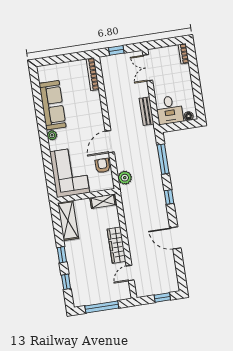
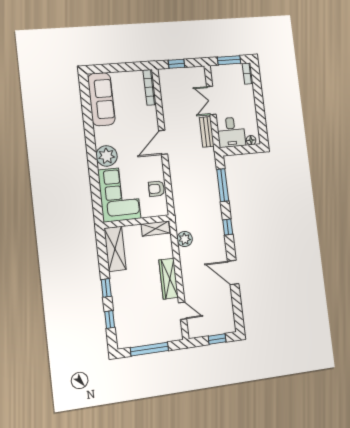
window: (165, 43) -> (229, 60), added
double door: (148, 68) -> (211, 100), moved
sofa: (53, 105) -> (101, 99), moved
plant: (52, 135) -> (107, 156), width x1.88, depth x1.88
door: (110, 142) -> (163, 142), moved
armchair: (103, 166) -> (156, 189), turned -90
plant: (125, 178) -> (185, 239), moved
door: (130, 273) -> (183, 311), swing flipped

